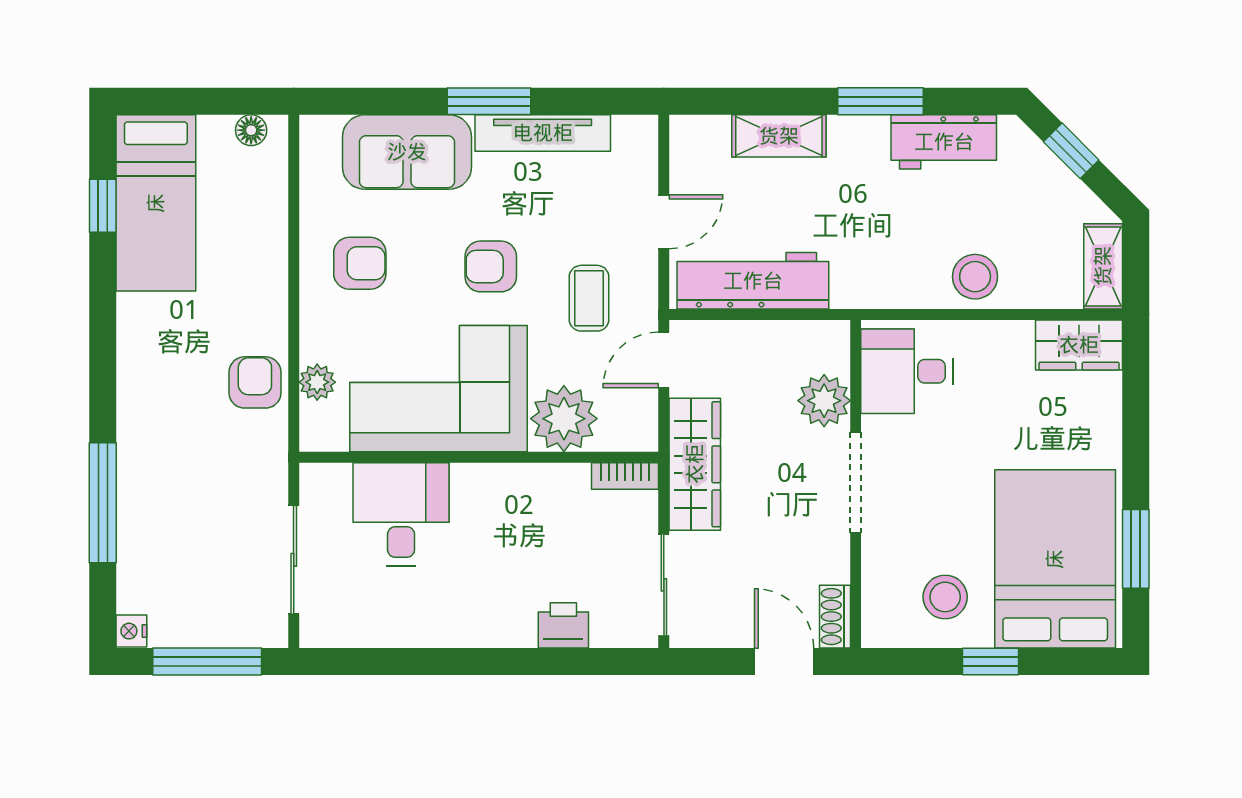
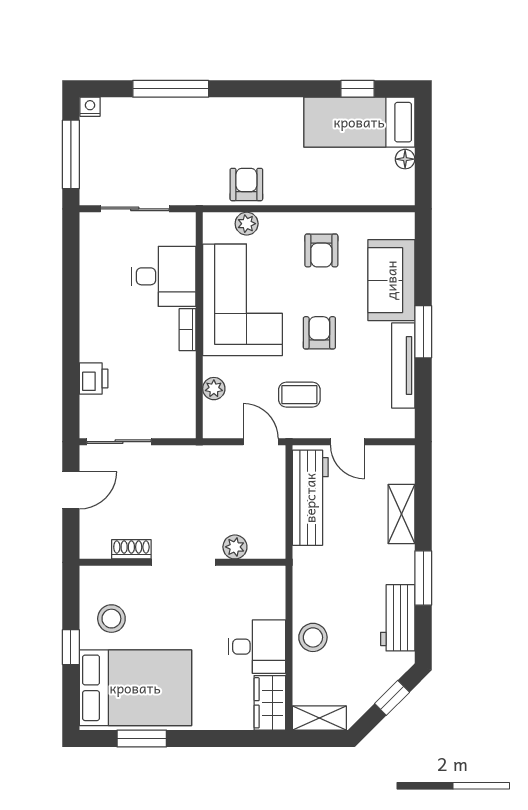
floor lamp: (251, 130) -> (405, 159), moved
desk: (907, 371) -> (257, 647), moved, turned 90
armchair: (255, 382) -> (246, 184), turned -90
plant: (824, 401) -> (235, 547), width x0.73, depth x0.73
plant: (564, 419) -> (214, 389), width x0.53, depth x0.53
wardrobe: (695, 464) -> (195, 461), removed
bookcase: (625, 476) -> (188, 330), moved
shoe rack: (835, 617) -> (131, 549), moved
door: (784, 662) -> (71, 490), moved

